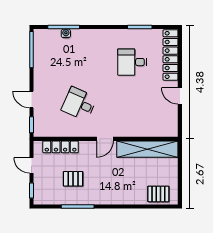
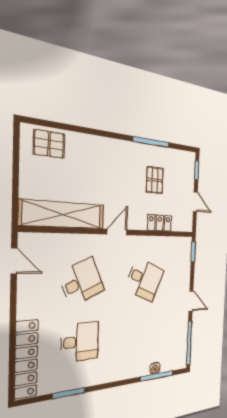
door: (180, 96) -> (14, 261), moved
door: (32, 100) -> (191, 301), moved
desk: (132, 104) -> (82, 282), added
locker: (61, 147) -> (160, 223), width x0.66
pallet: (73, 179) -> (155, 180), turned 90

